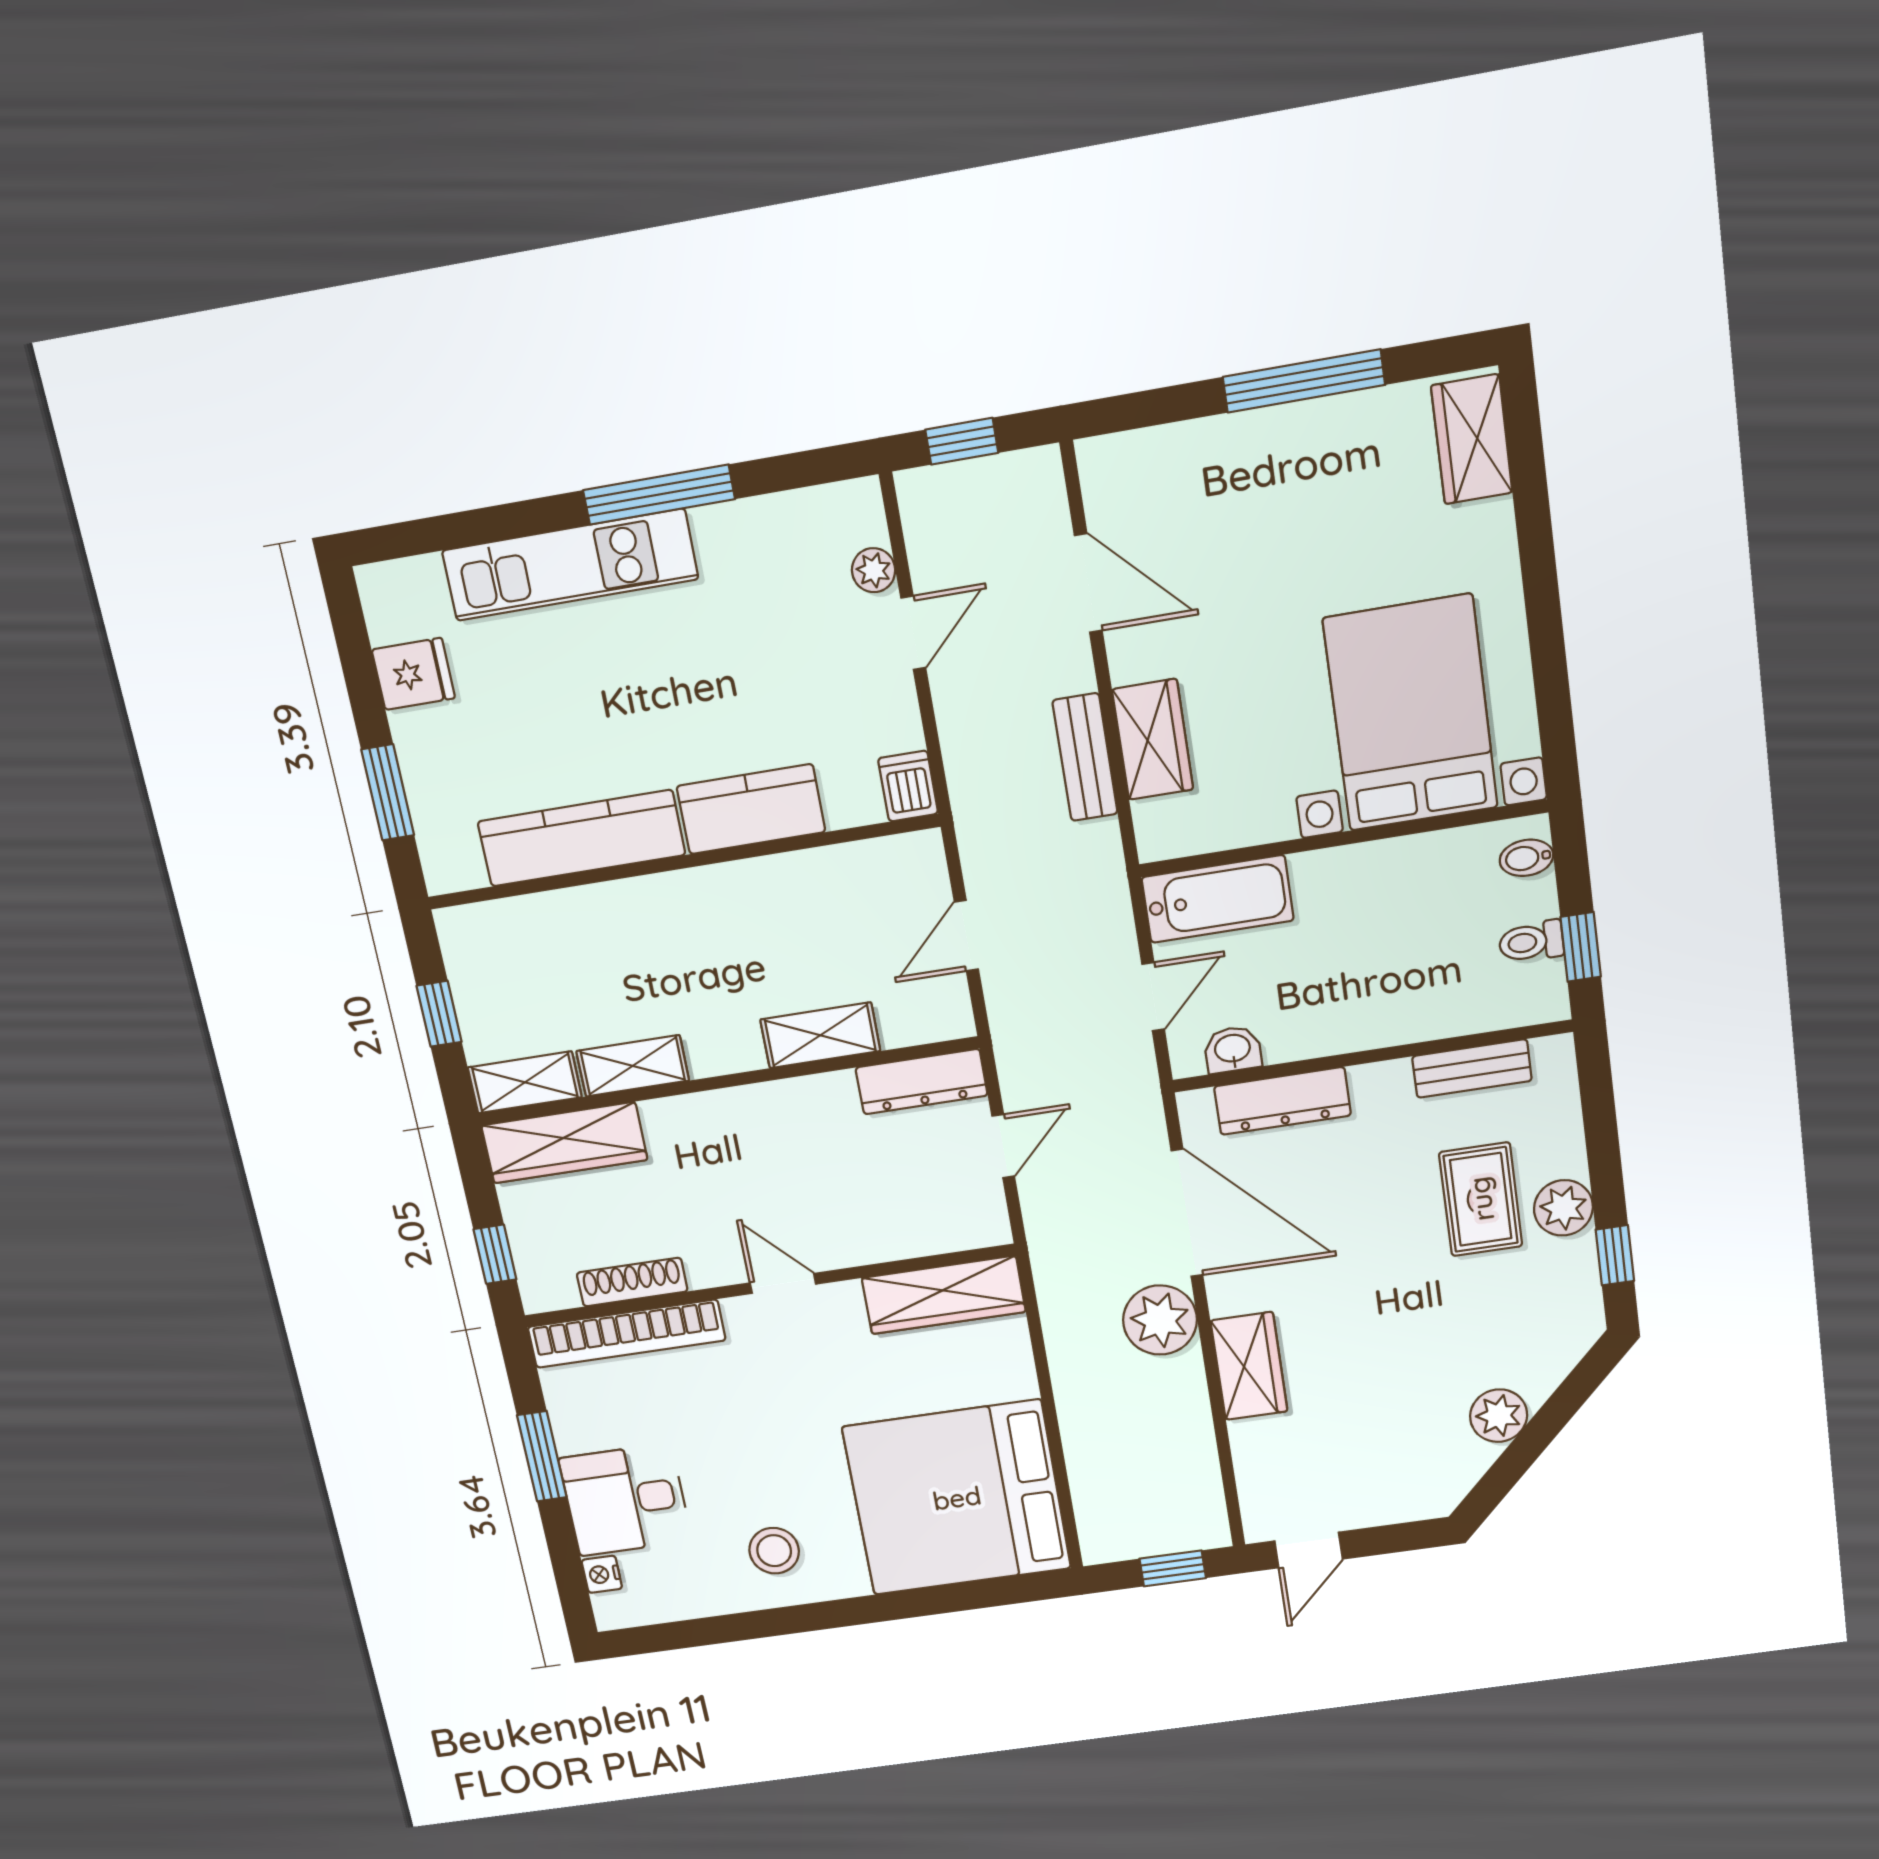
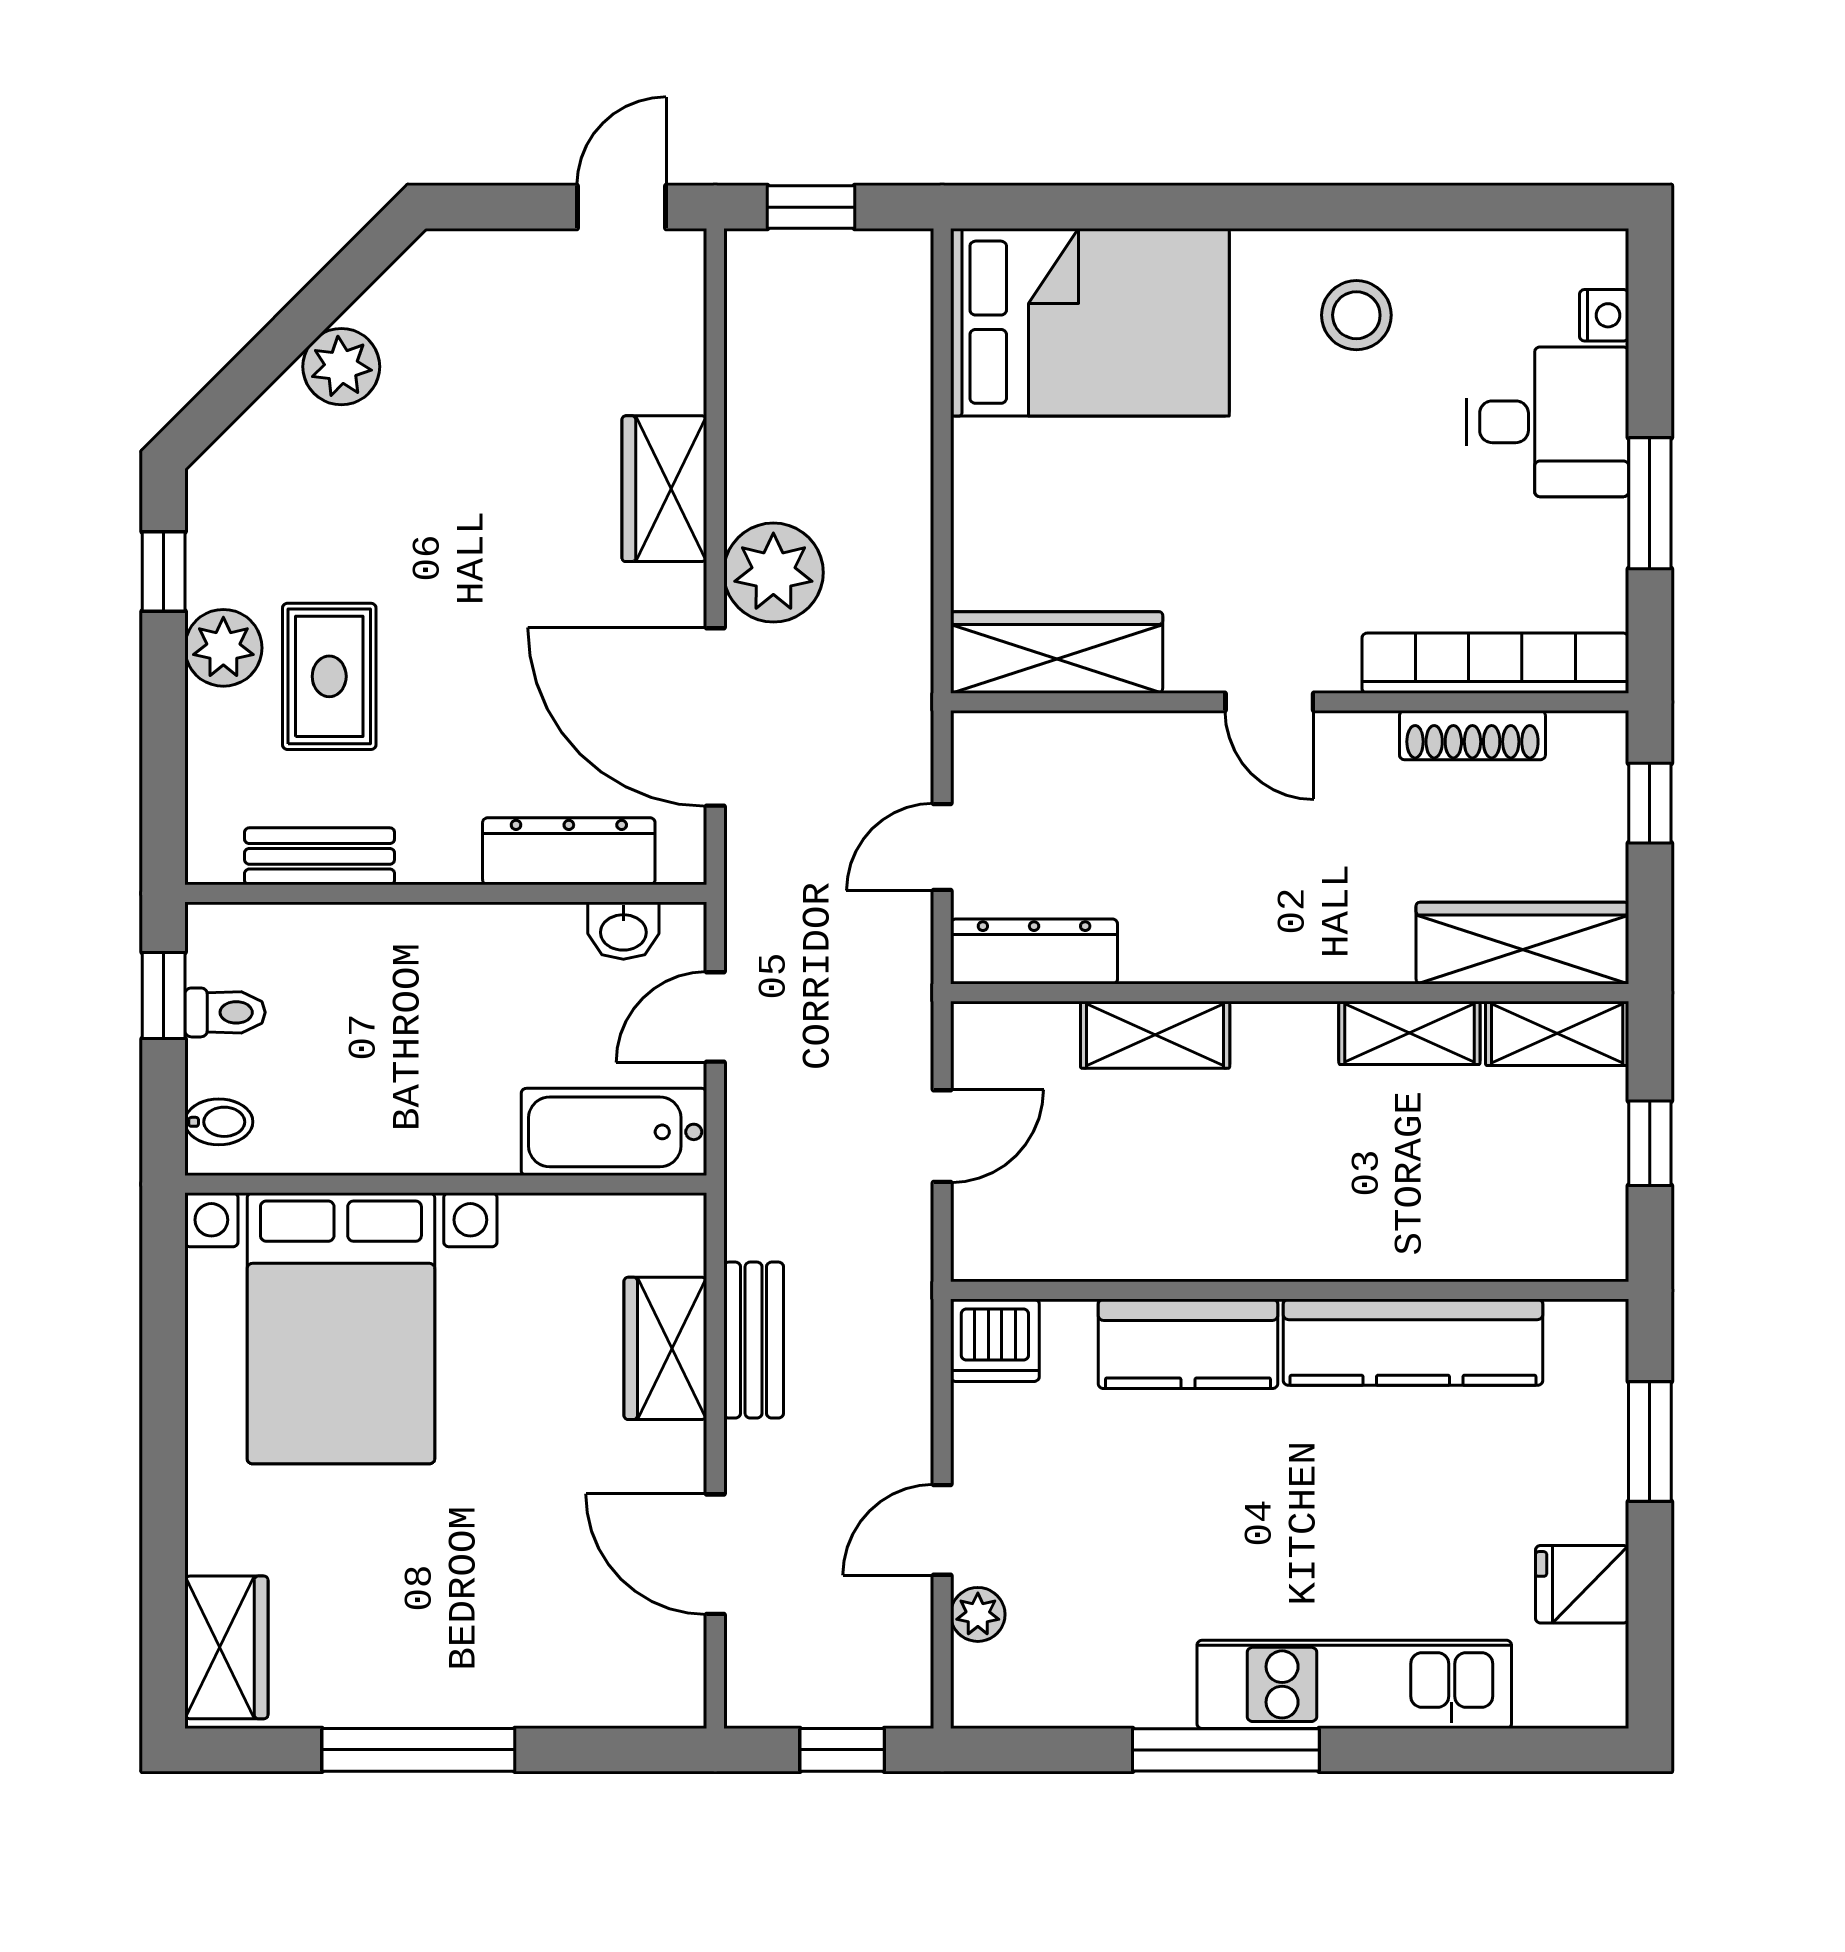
dishwasher: (908, 786) -> (995, 1340), width x1.38
bed: (957, 1498) -> (1090, 322), width x0.73

